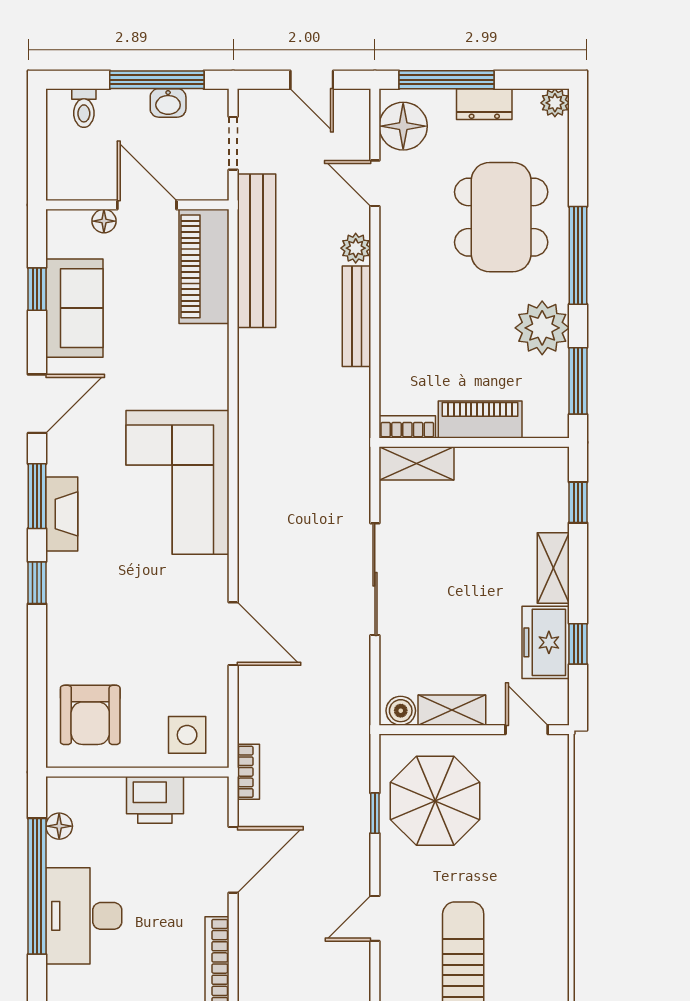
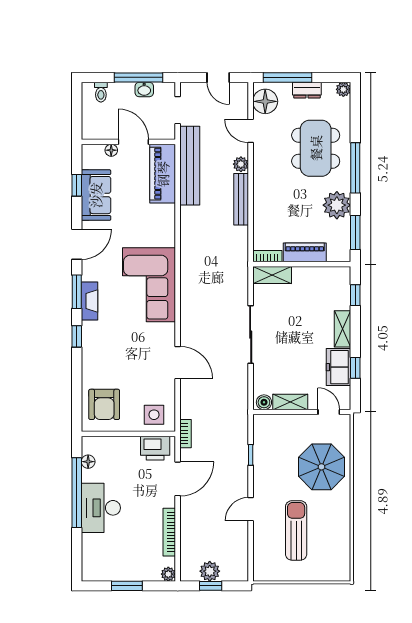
printer: (155, 800) -> (155, 448), moved
parasol: (435, 801) -> (321, 467), moved

